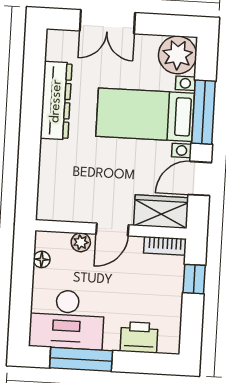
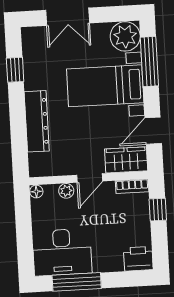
window: (33, 82) -> (15, 70), added
dresser: (56, 101) -> (37, 121), moved
window: (203, 112) -> (149, 62), moved
floor lamp: (42, 259) -> (36, 192), moved
printer: (139, 337) -> (138, 259), moved

